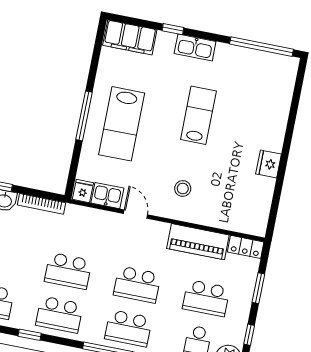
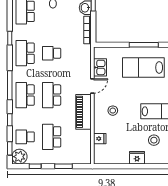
stool: (245, 130) -> (154, 140), added
fridge: (83, 191) -> (100, 139), moved
piano: (198, 242) -> (83, 112), moved
locker: (246, 247) -> (86, 154), removed
school desk: (68, 271) -> (52, 53), width x0.54

